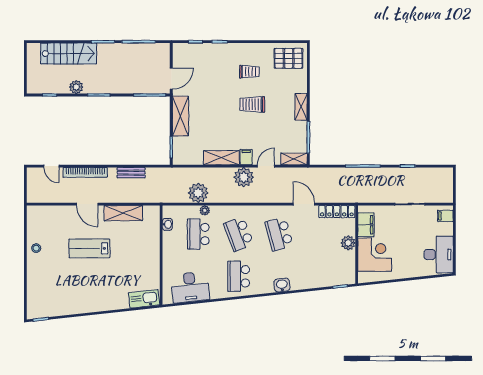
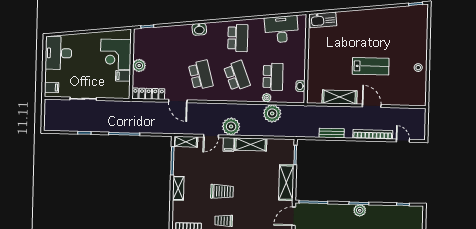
plant: (76, 87) -> (360, 210), moved
filing cabinet: (366, 225) -> (123, 76), width x0.50

